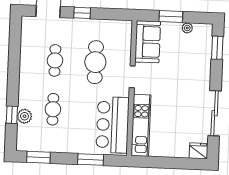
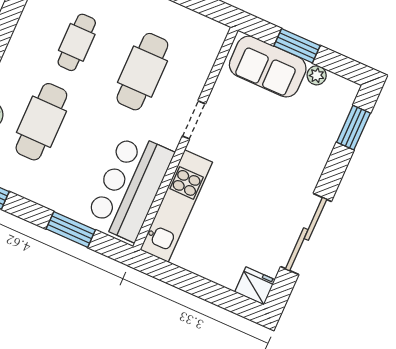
sofa: (148, 42) -> (268, 66), moved, turned 90
cafe table: (53, 109) -> (41, 122), width x1.37, depth x1.35

